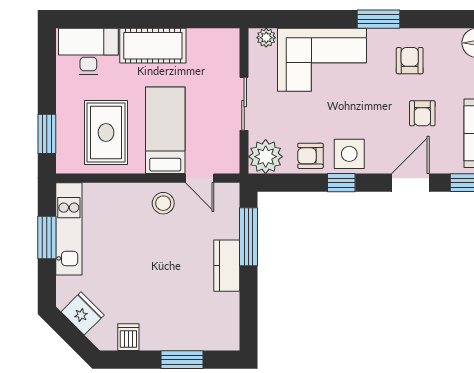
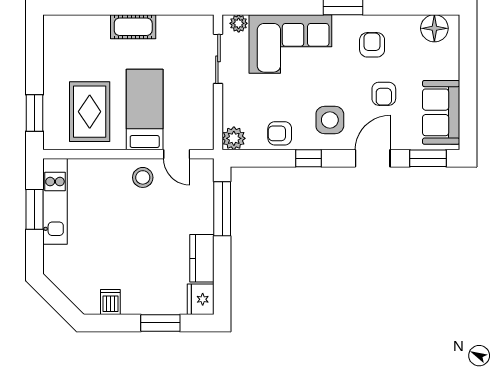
cot: (153, 46) -> (133, 27), width x0.73, depth x0.75
desk: (88, 51) -> (73, 36), removed
sliding door: (244, 104) -> (218, 59), moved
side table: (349, 154) -> (330, 120), moved
plant: (266, 157) -> (234, 138), width x0.73, depth x0.73
kitchen counter: (227, 266) -> (202, 258), moved
fridge: (83, 313) -> (201, 299), moved, turned -135

